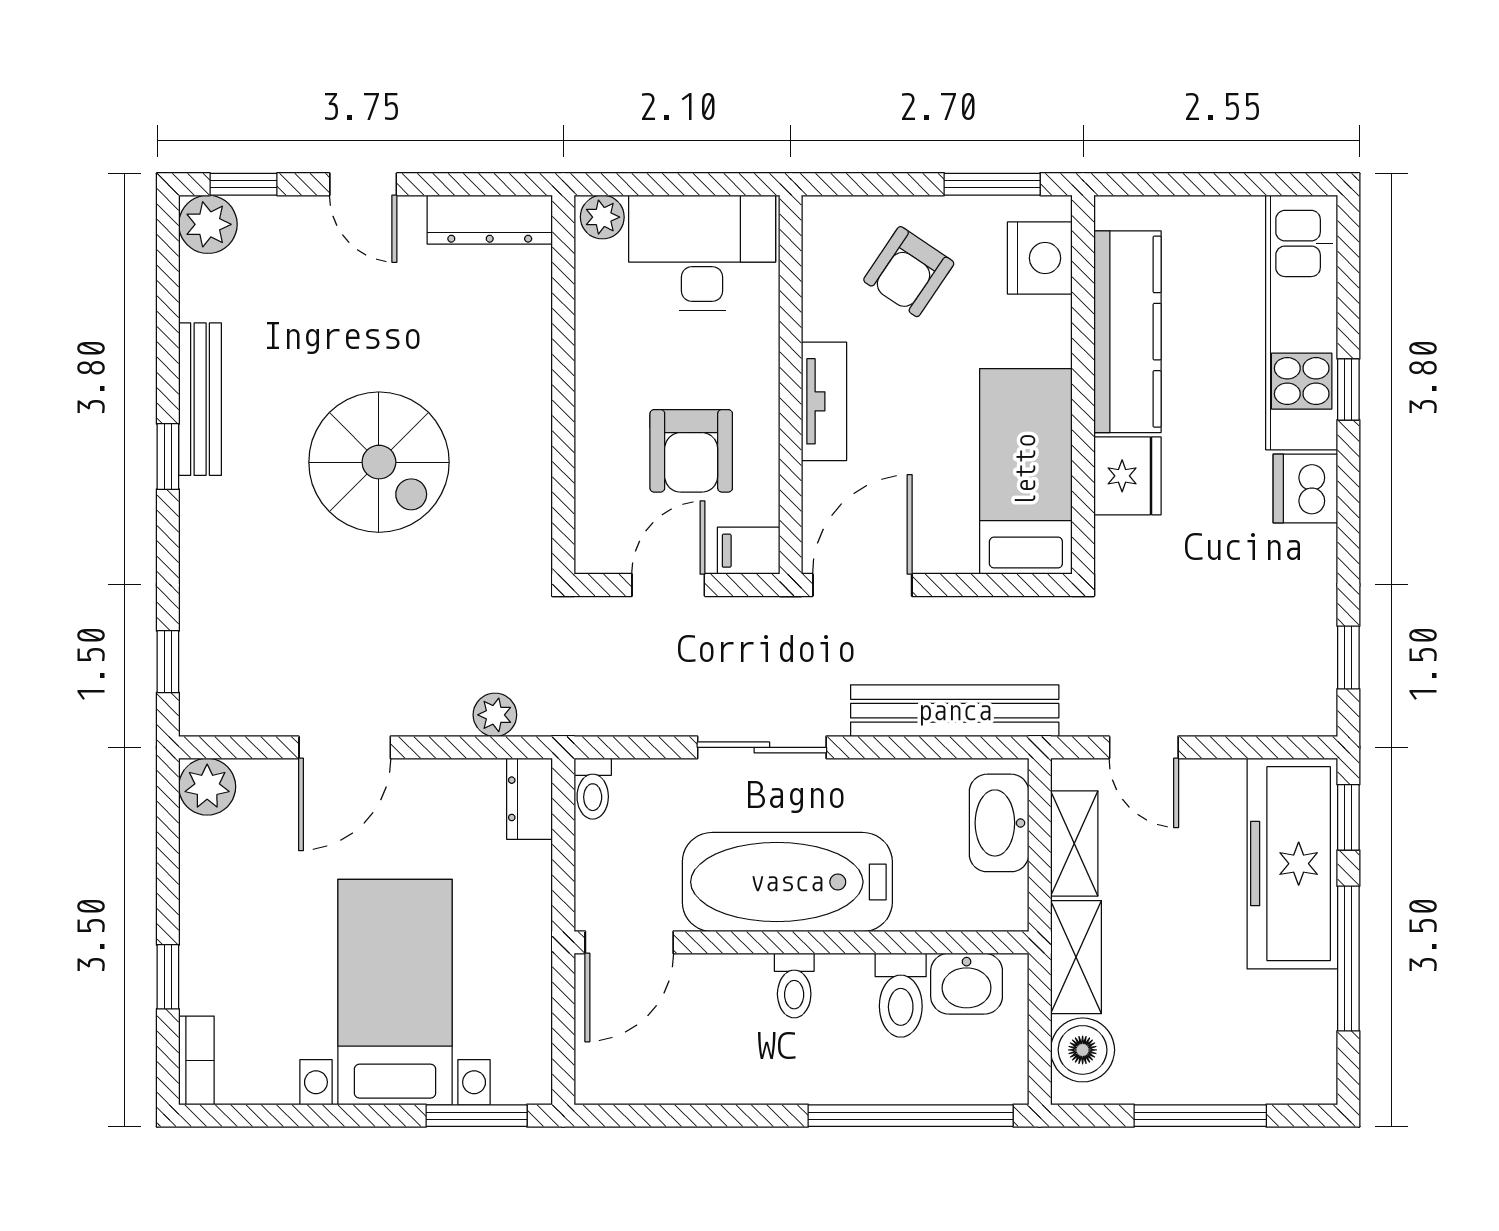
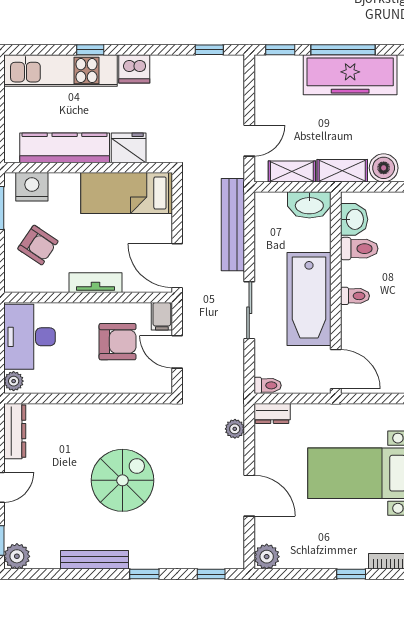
window: (168, 457) -> (144, 574), moved
washbasin: (999, 823) -> (309, 205), moved
freezer: (1292, 864) -> (350, 75), moved

